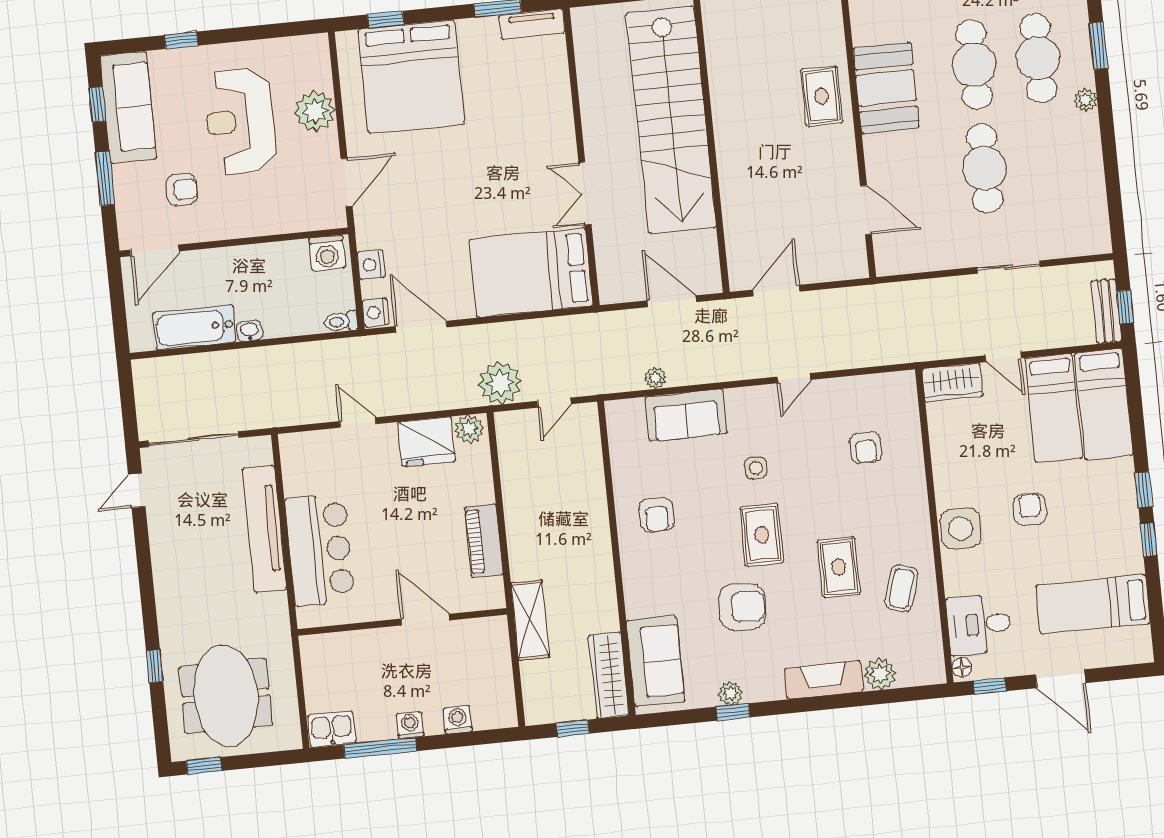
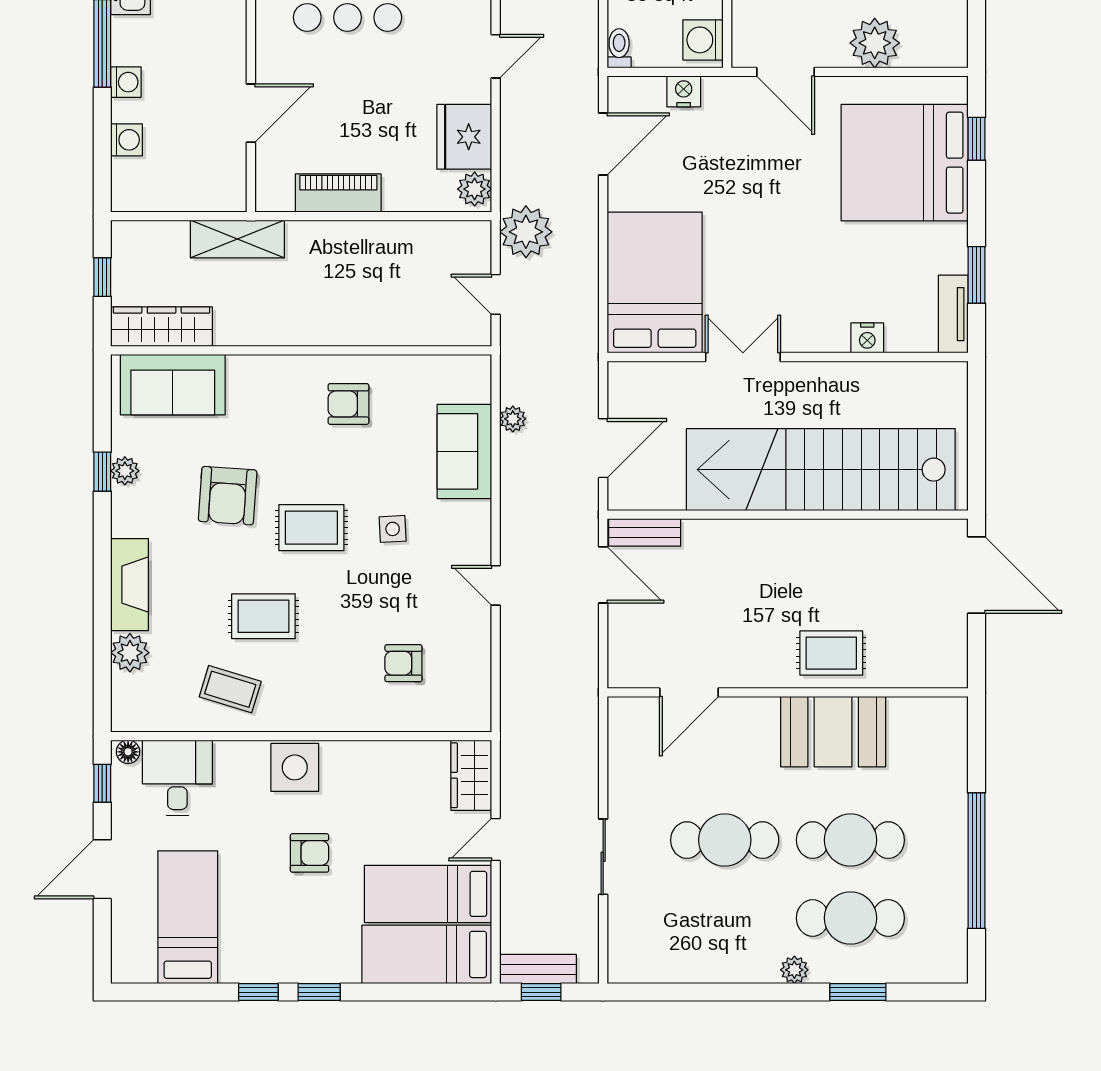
bench: (738, 260) -> (645, 532), added
nightstand: (376, 312) -> (867, 338), moved, turned 180

